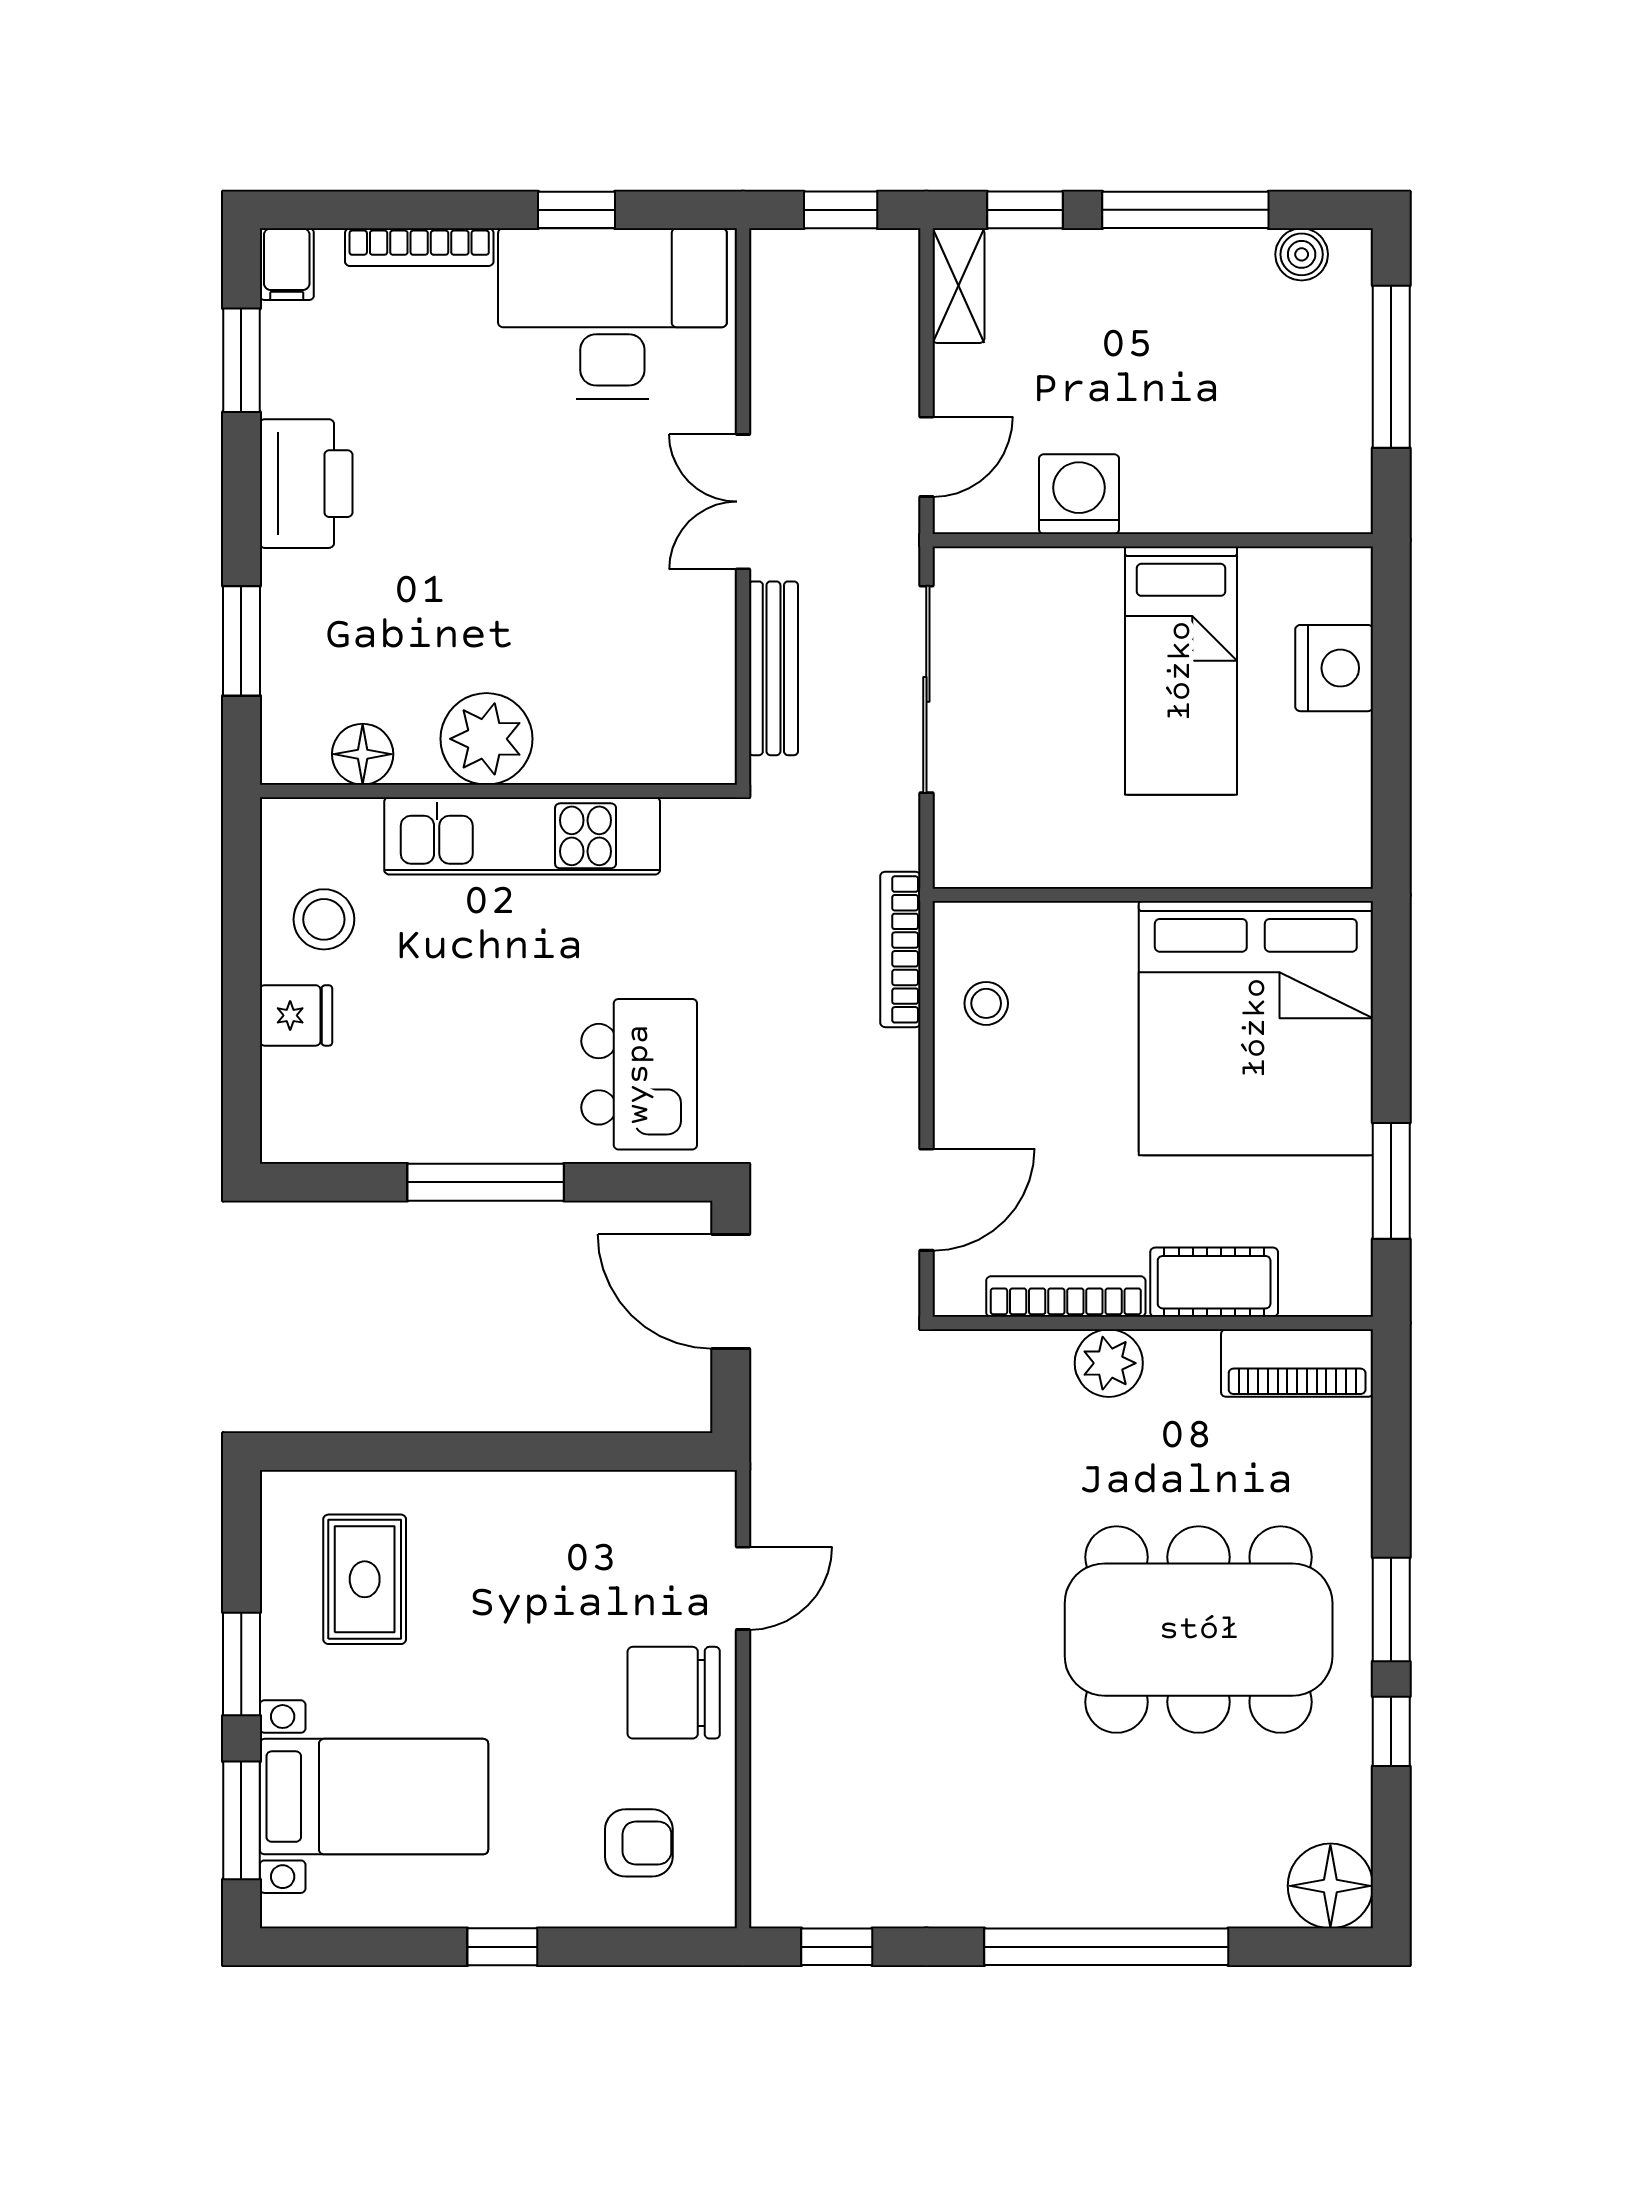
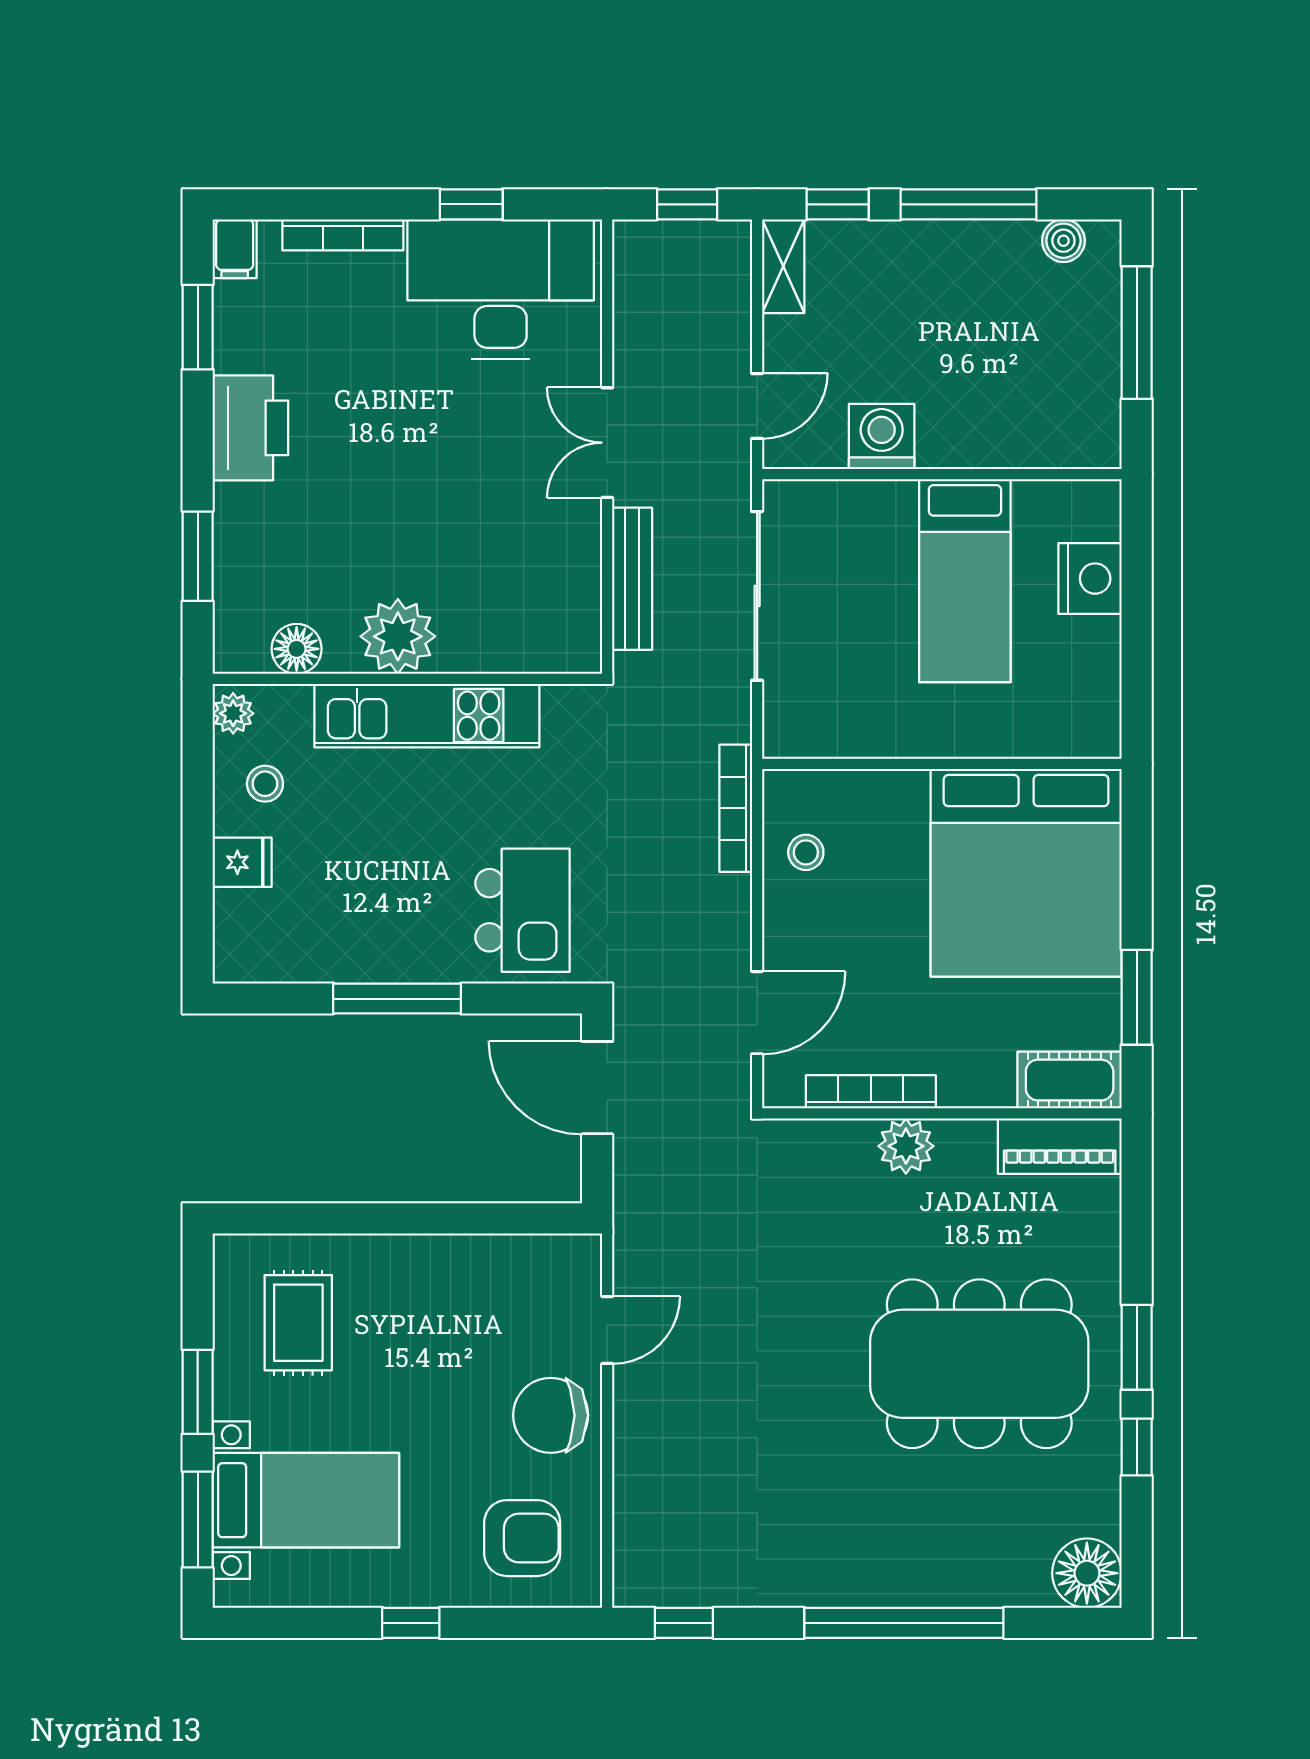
plant: (285, 833) -> (233, 713), added
stool: (324, 919) -> (265, 784), width x0.73, depth x0.73
cot: (1214, 1282) -> (1070, 1080), moved
armchair: (639, 1843) -> (522, 1538), width x1.38, depth x1.38

